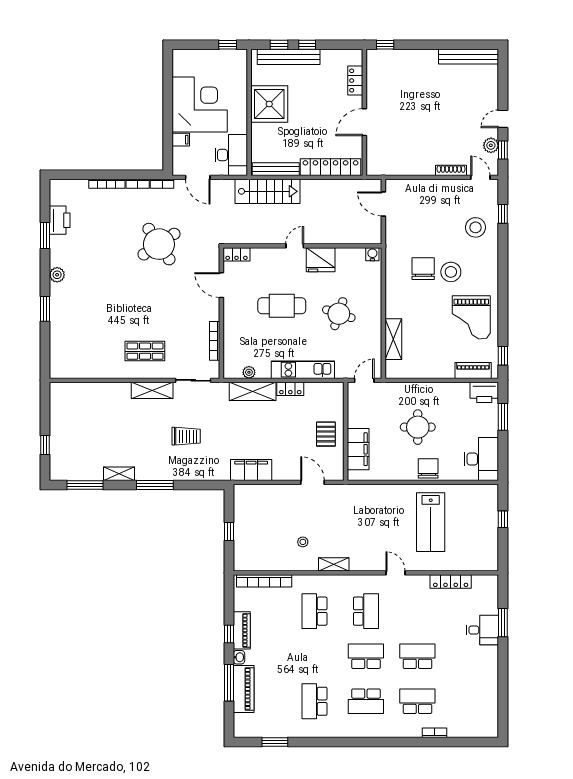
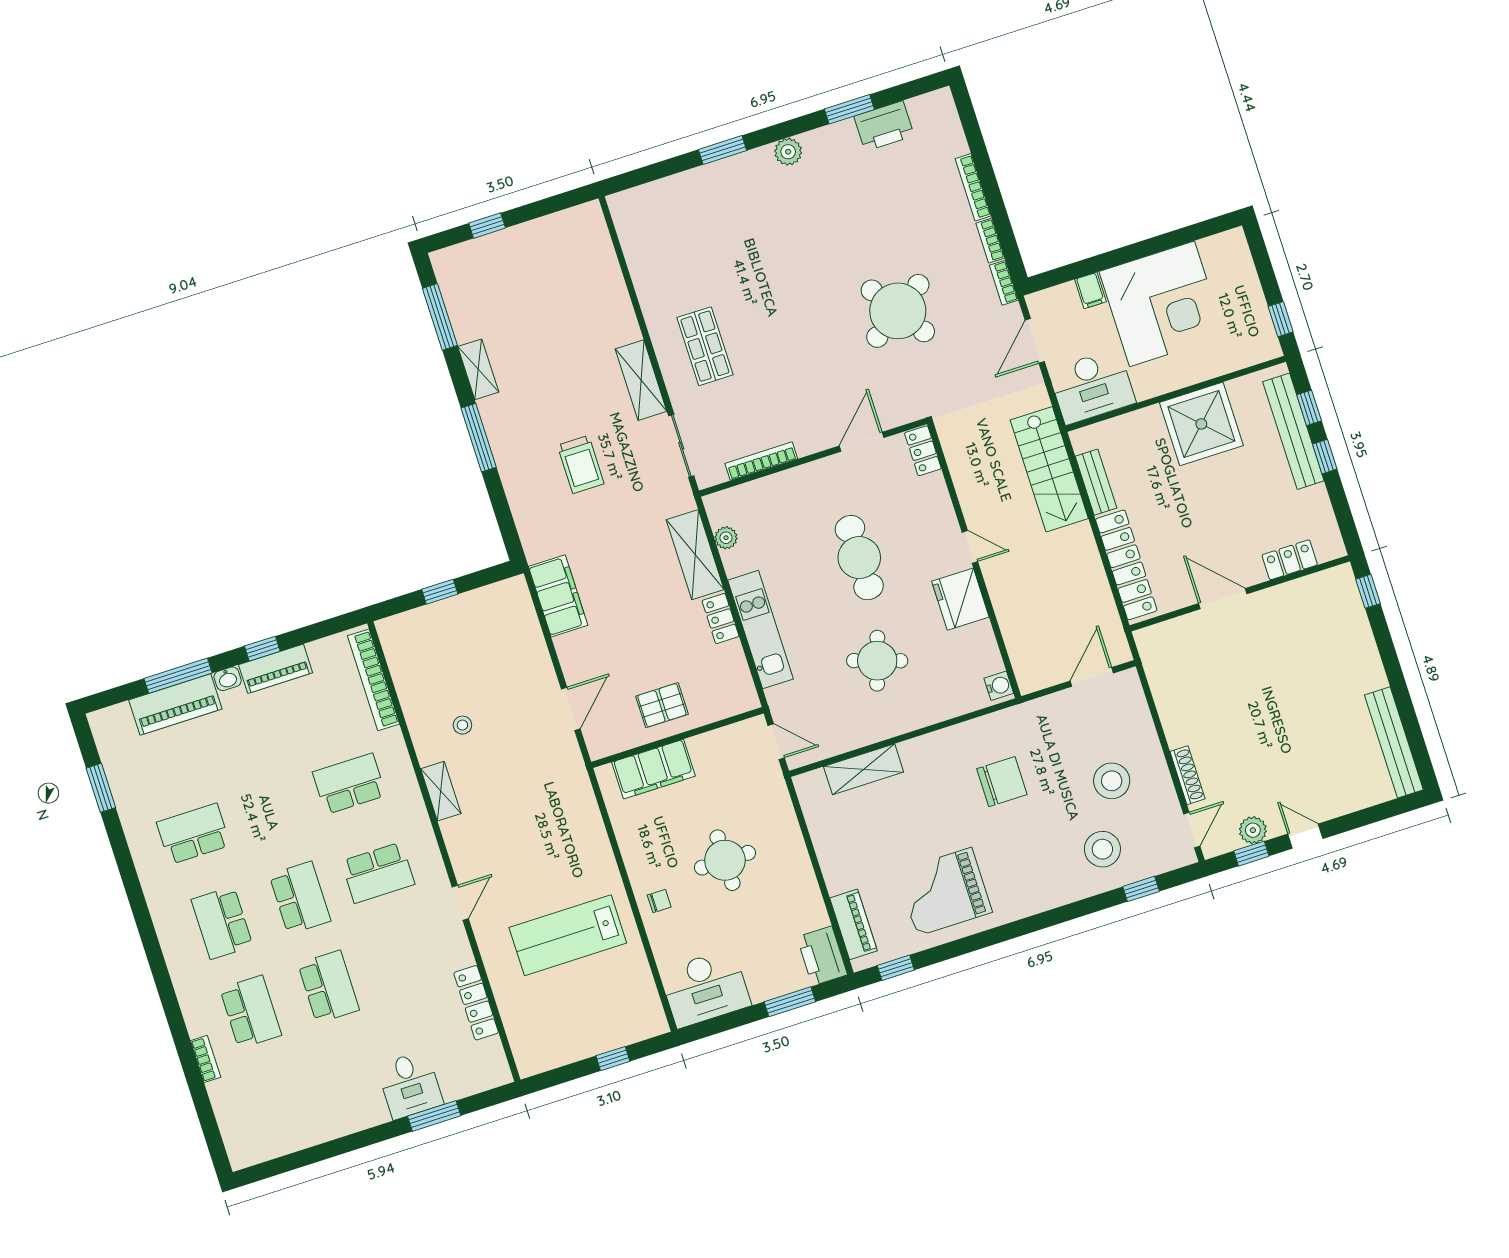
bench: (276, 169) -> (1096, 482), width x0.73
stool: (451, 272) -> (1112, 781), moved
chair: (428, 468) -> (659, 901), width x0.54, depth x0.54

